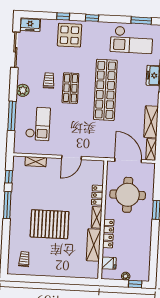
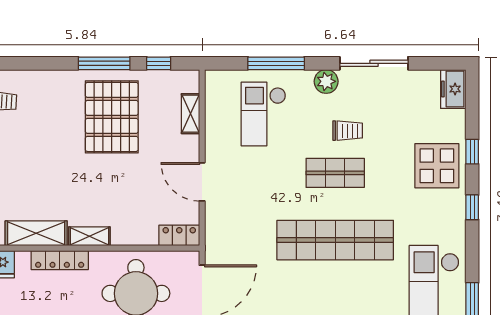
sliding door: (15, 50) -> (374, 63), moved
checkout: (38, 124) -> (263, 114), turned 90
locker: (97, 195) -> (179, 235), moved
pallet: (50, 224) -> (112, 117), moved

